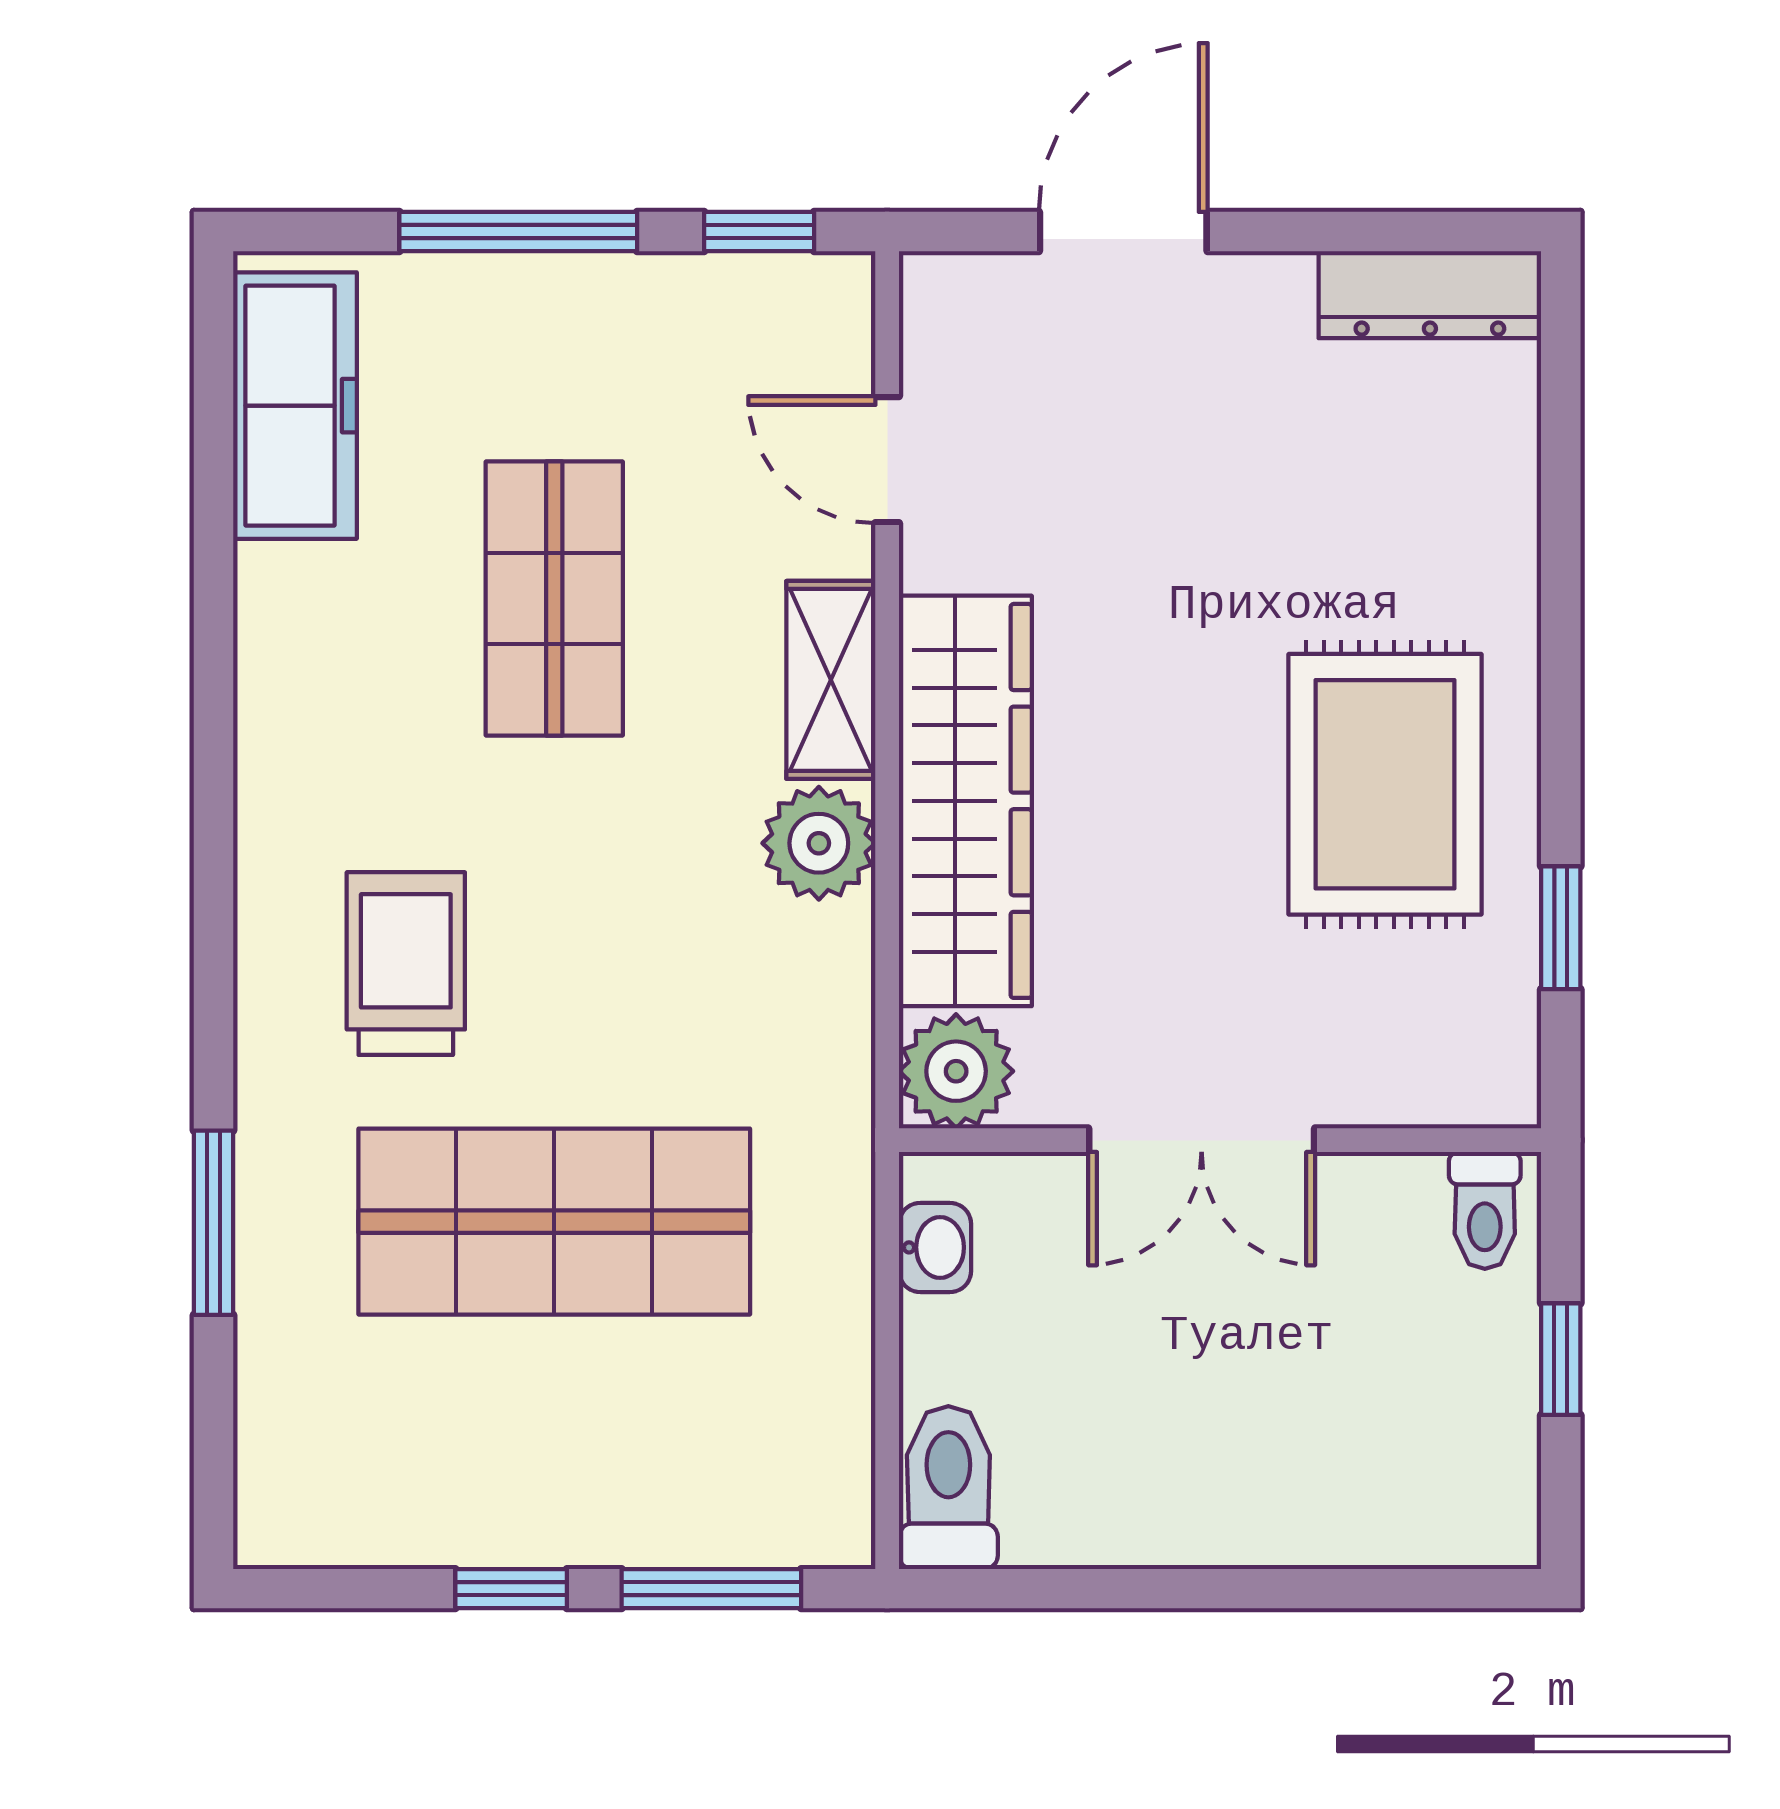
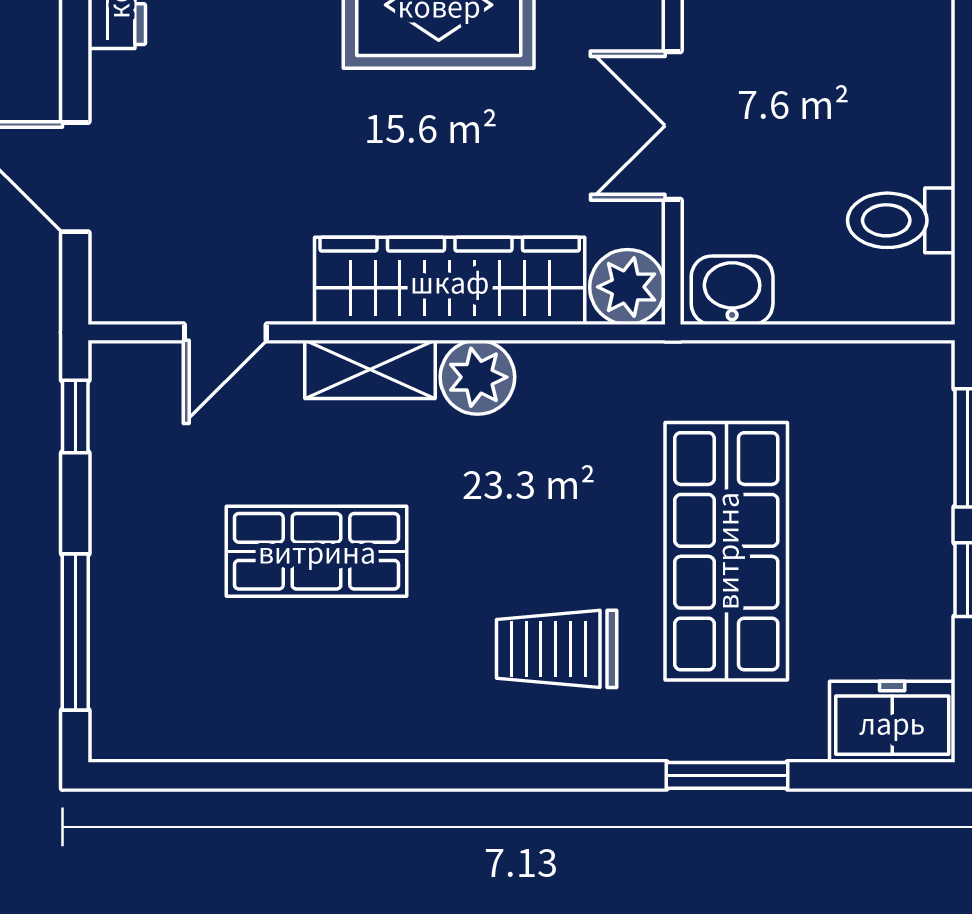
window: (518, 231) -> (75, 632), moved
freezer: (295, 406) -> (892, 722), moved, width x0.71
double door: (1202, 1140) -> (673, 126), swing flipped
washbasin: (935, 1247) -> (732, 290), width x1.38, depth x1.45
toilet: (948, 1488) -> (901, 220), moved

